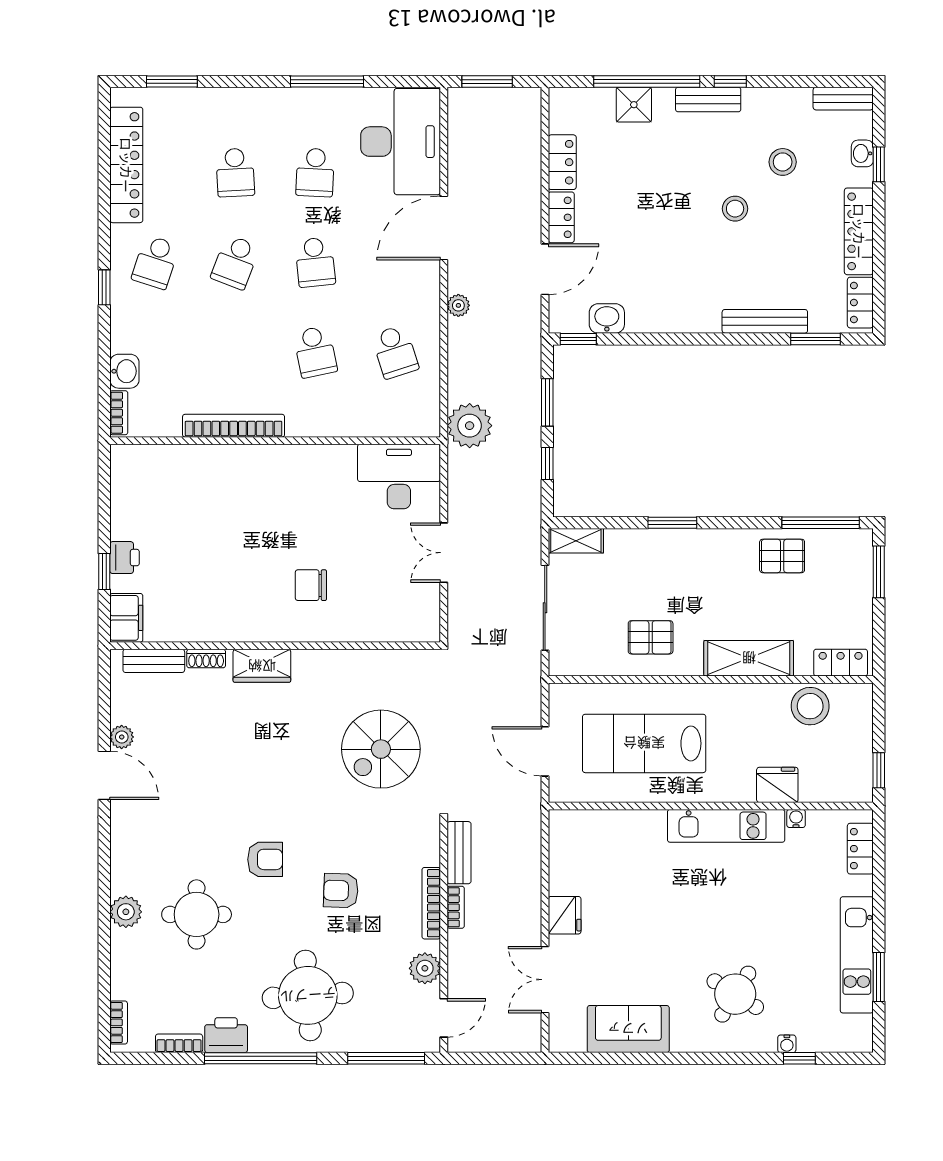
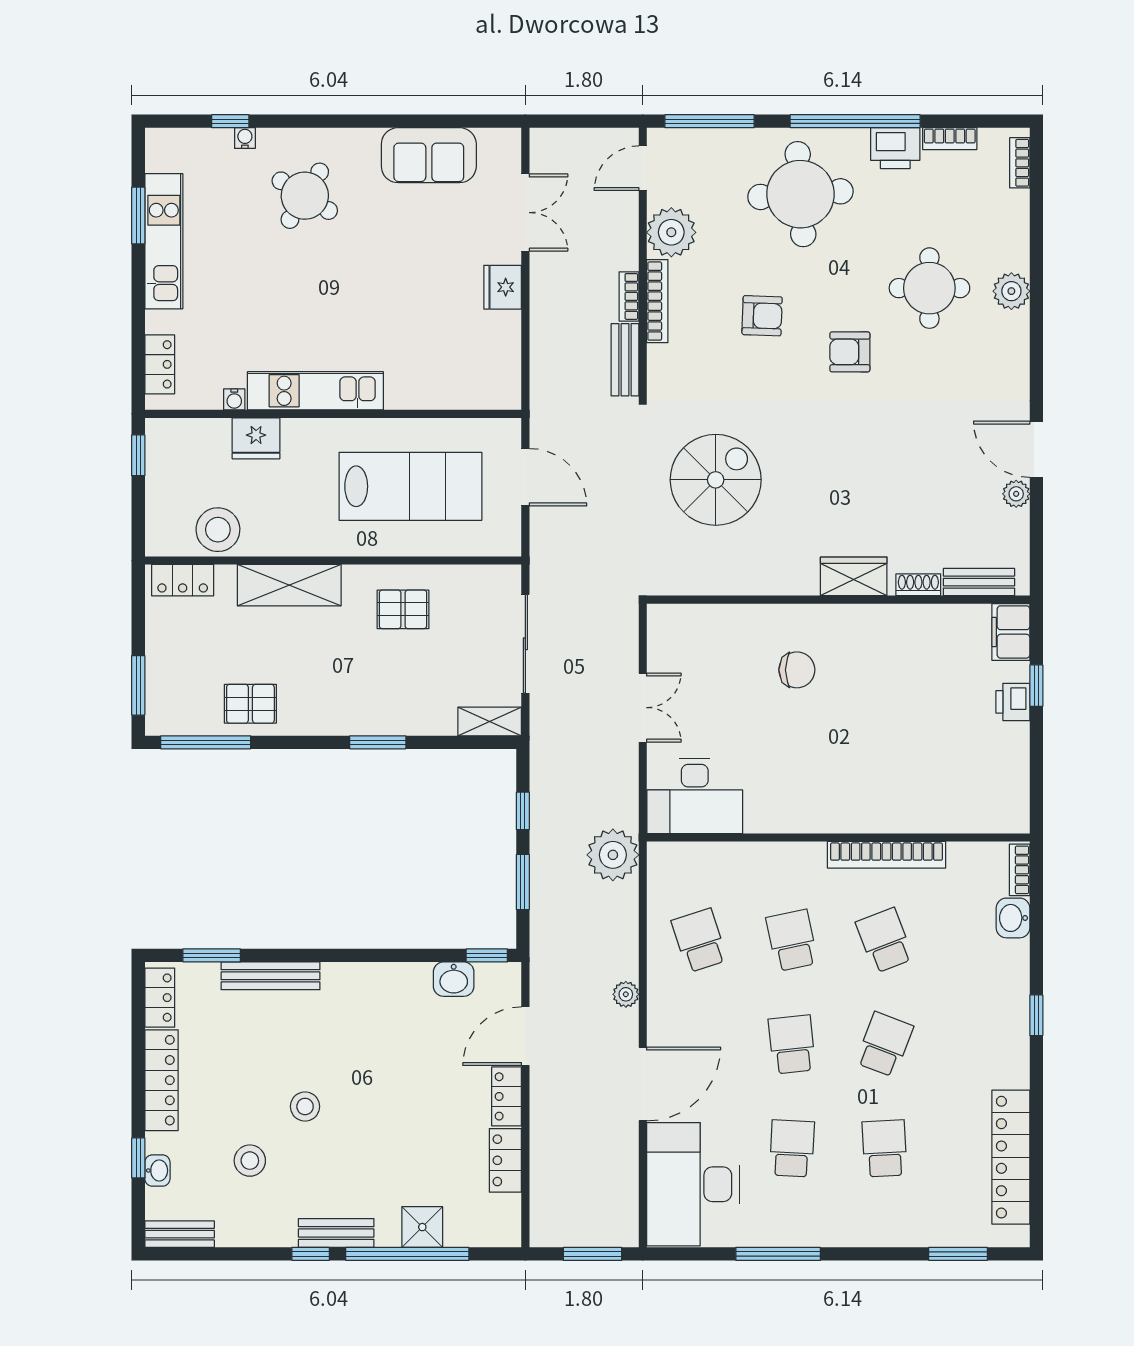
school desk: (155, 262) -> (885, 940), moved, turned -39
plant: (425, 968) -> (671, 232), width x1.36, depth x1.36

